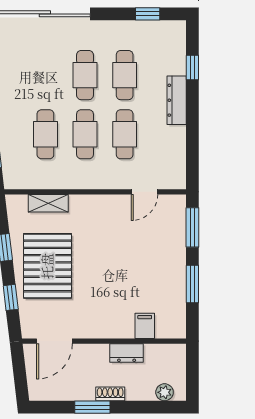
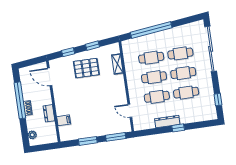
window: (192, 67) -> (178, 128), moved
cafe table: (45, 75) -> (180, 53), added
dresser: (177, 100) -> (167, 122), moved
pallet: (47, 266) -> (86, 68), width x0.73, depth x0.71
window: (92, 407) -> (20, 100), width x2.11

